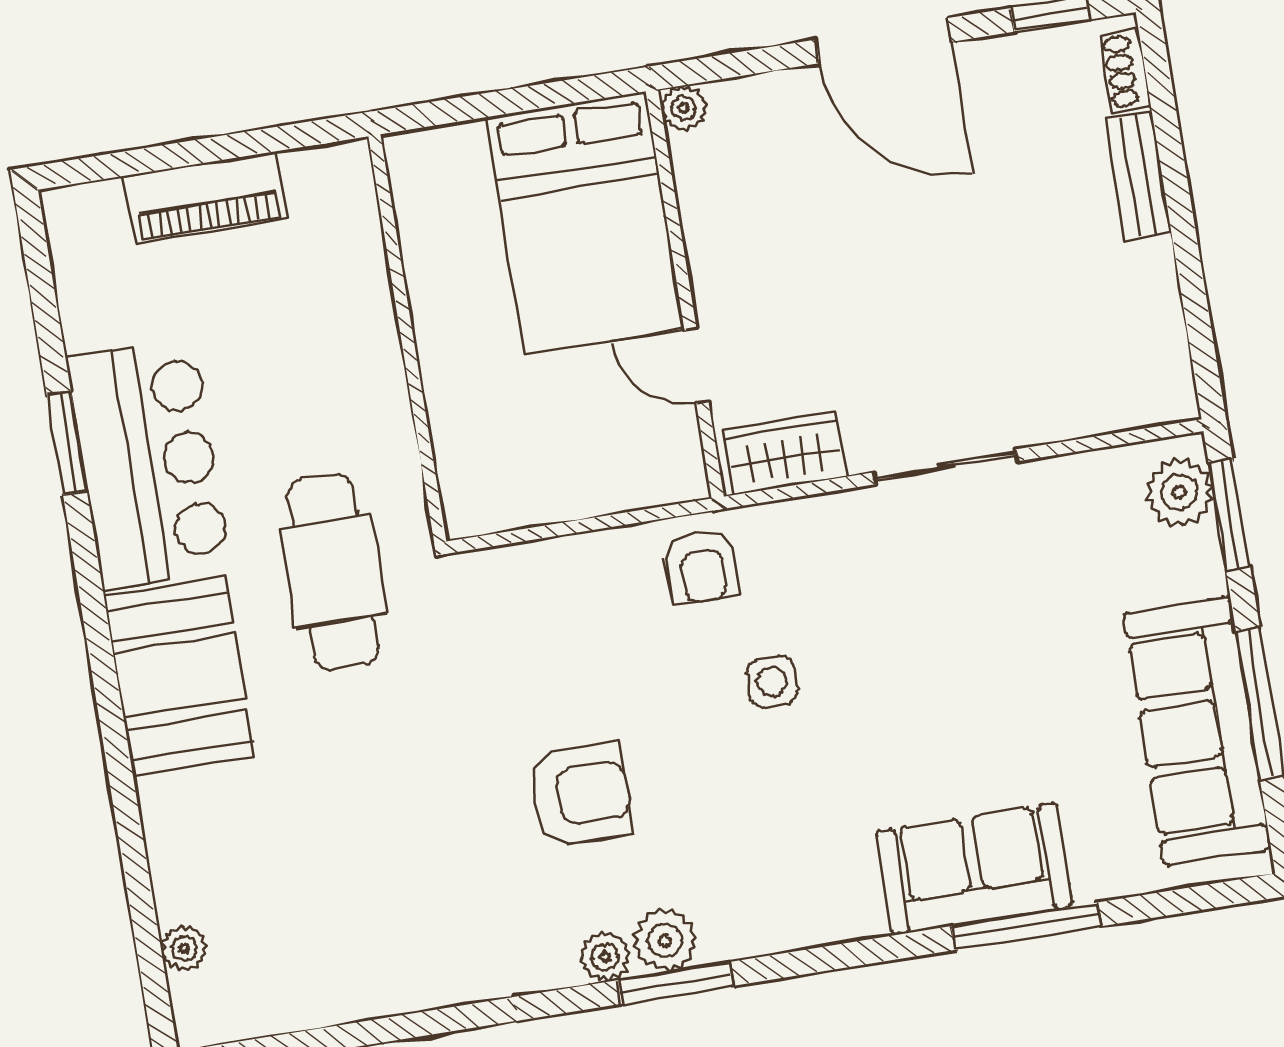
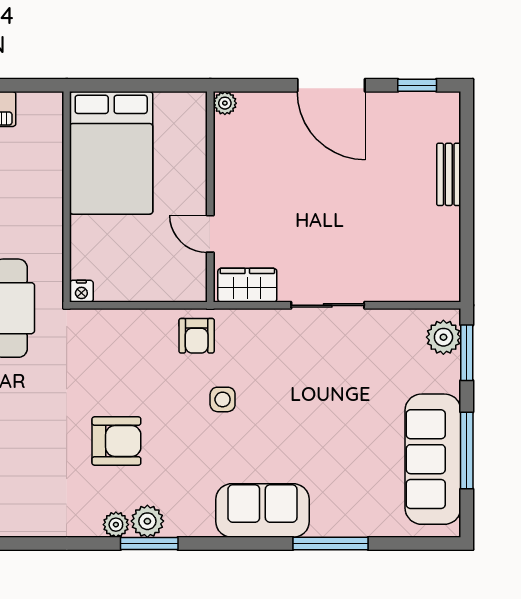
shoe rack: (1126, 71) -> (451, 120), removed
bed: (585, 223) -> (111, 153), moved
nightstand: (465, 517) -> (81, 291), added
sofa: (974, 869) -> (262, 510), moved

